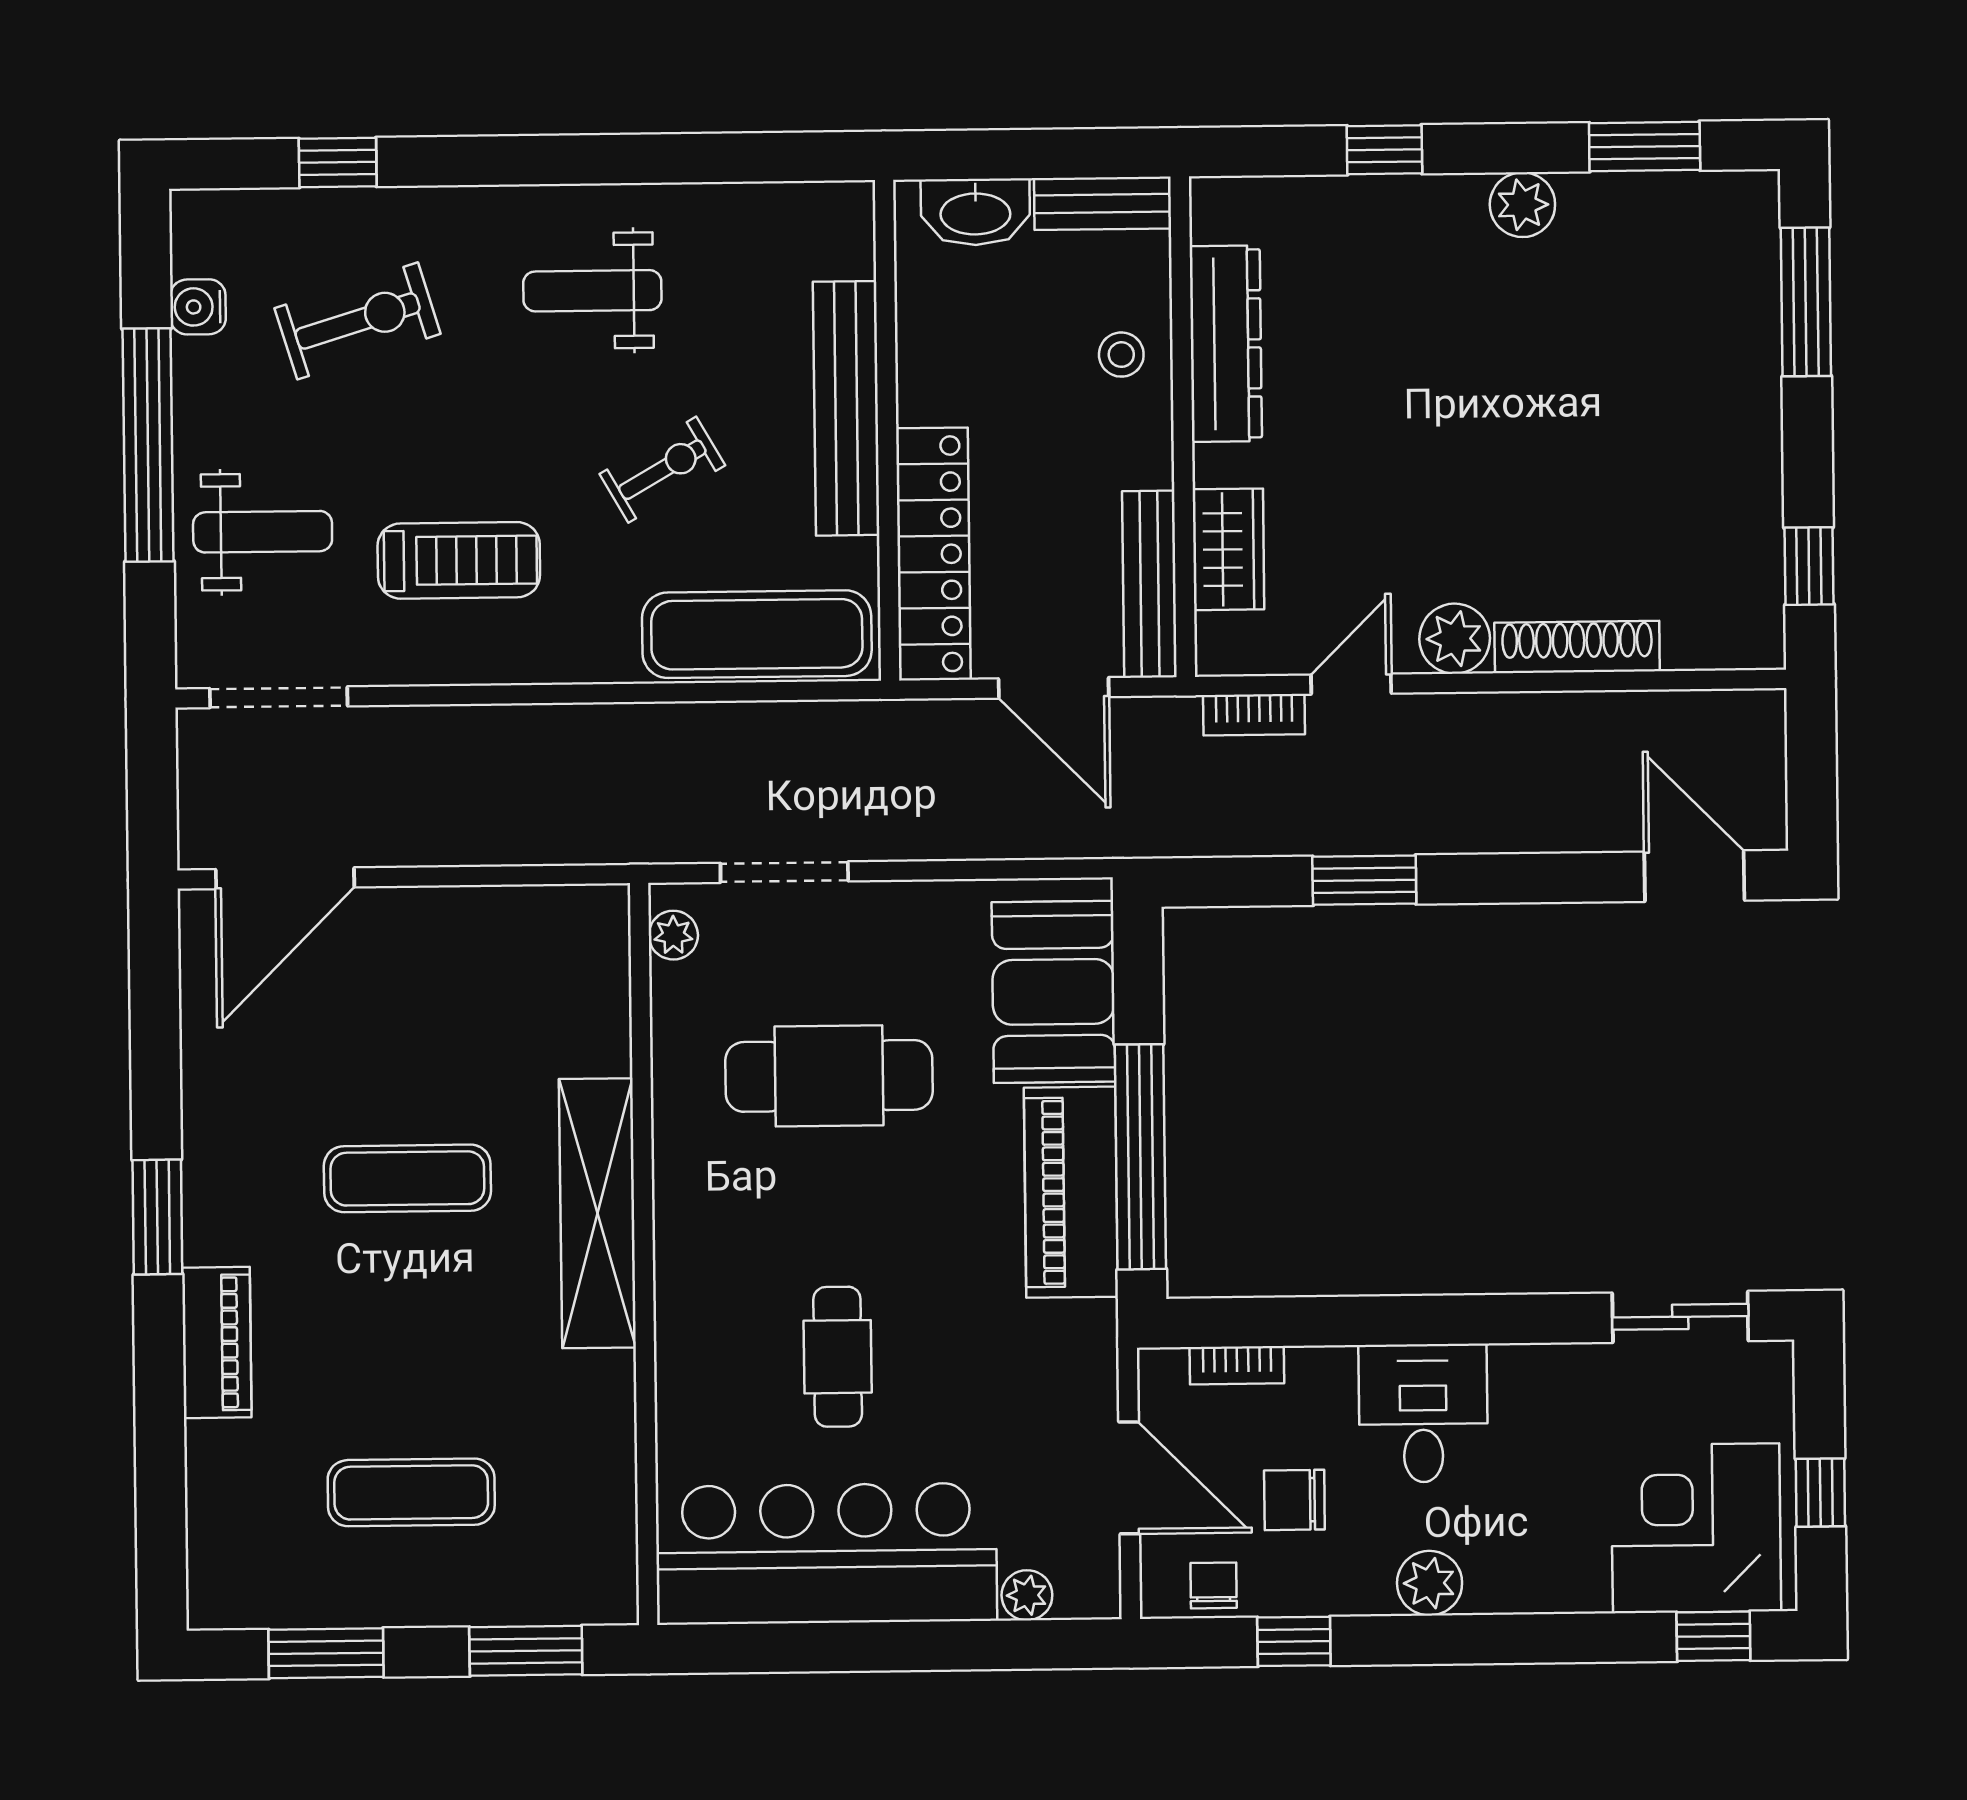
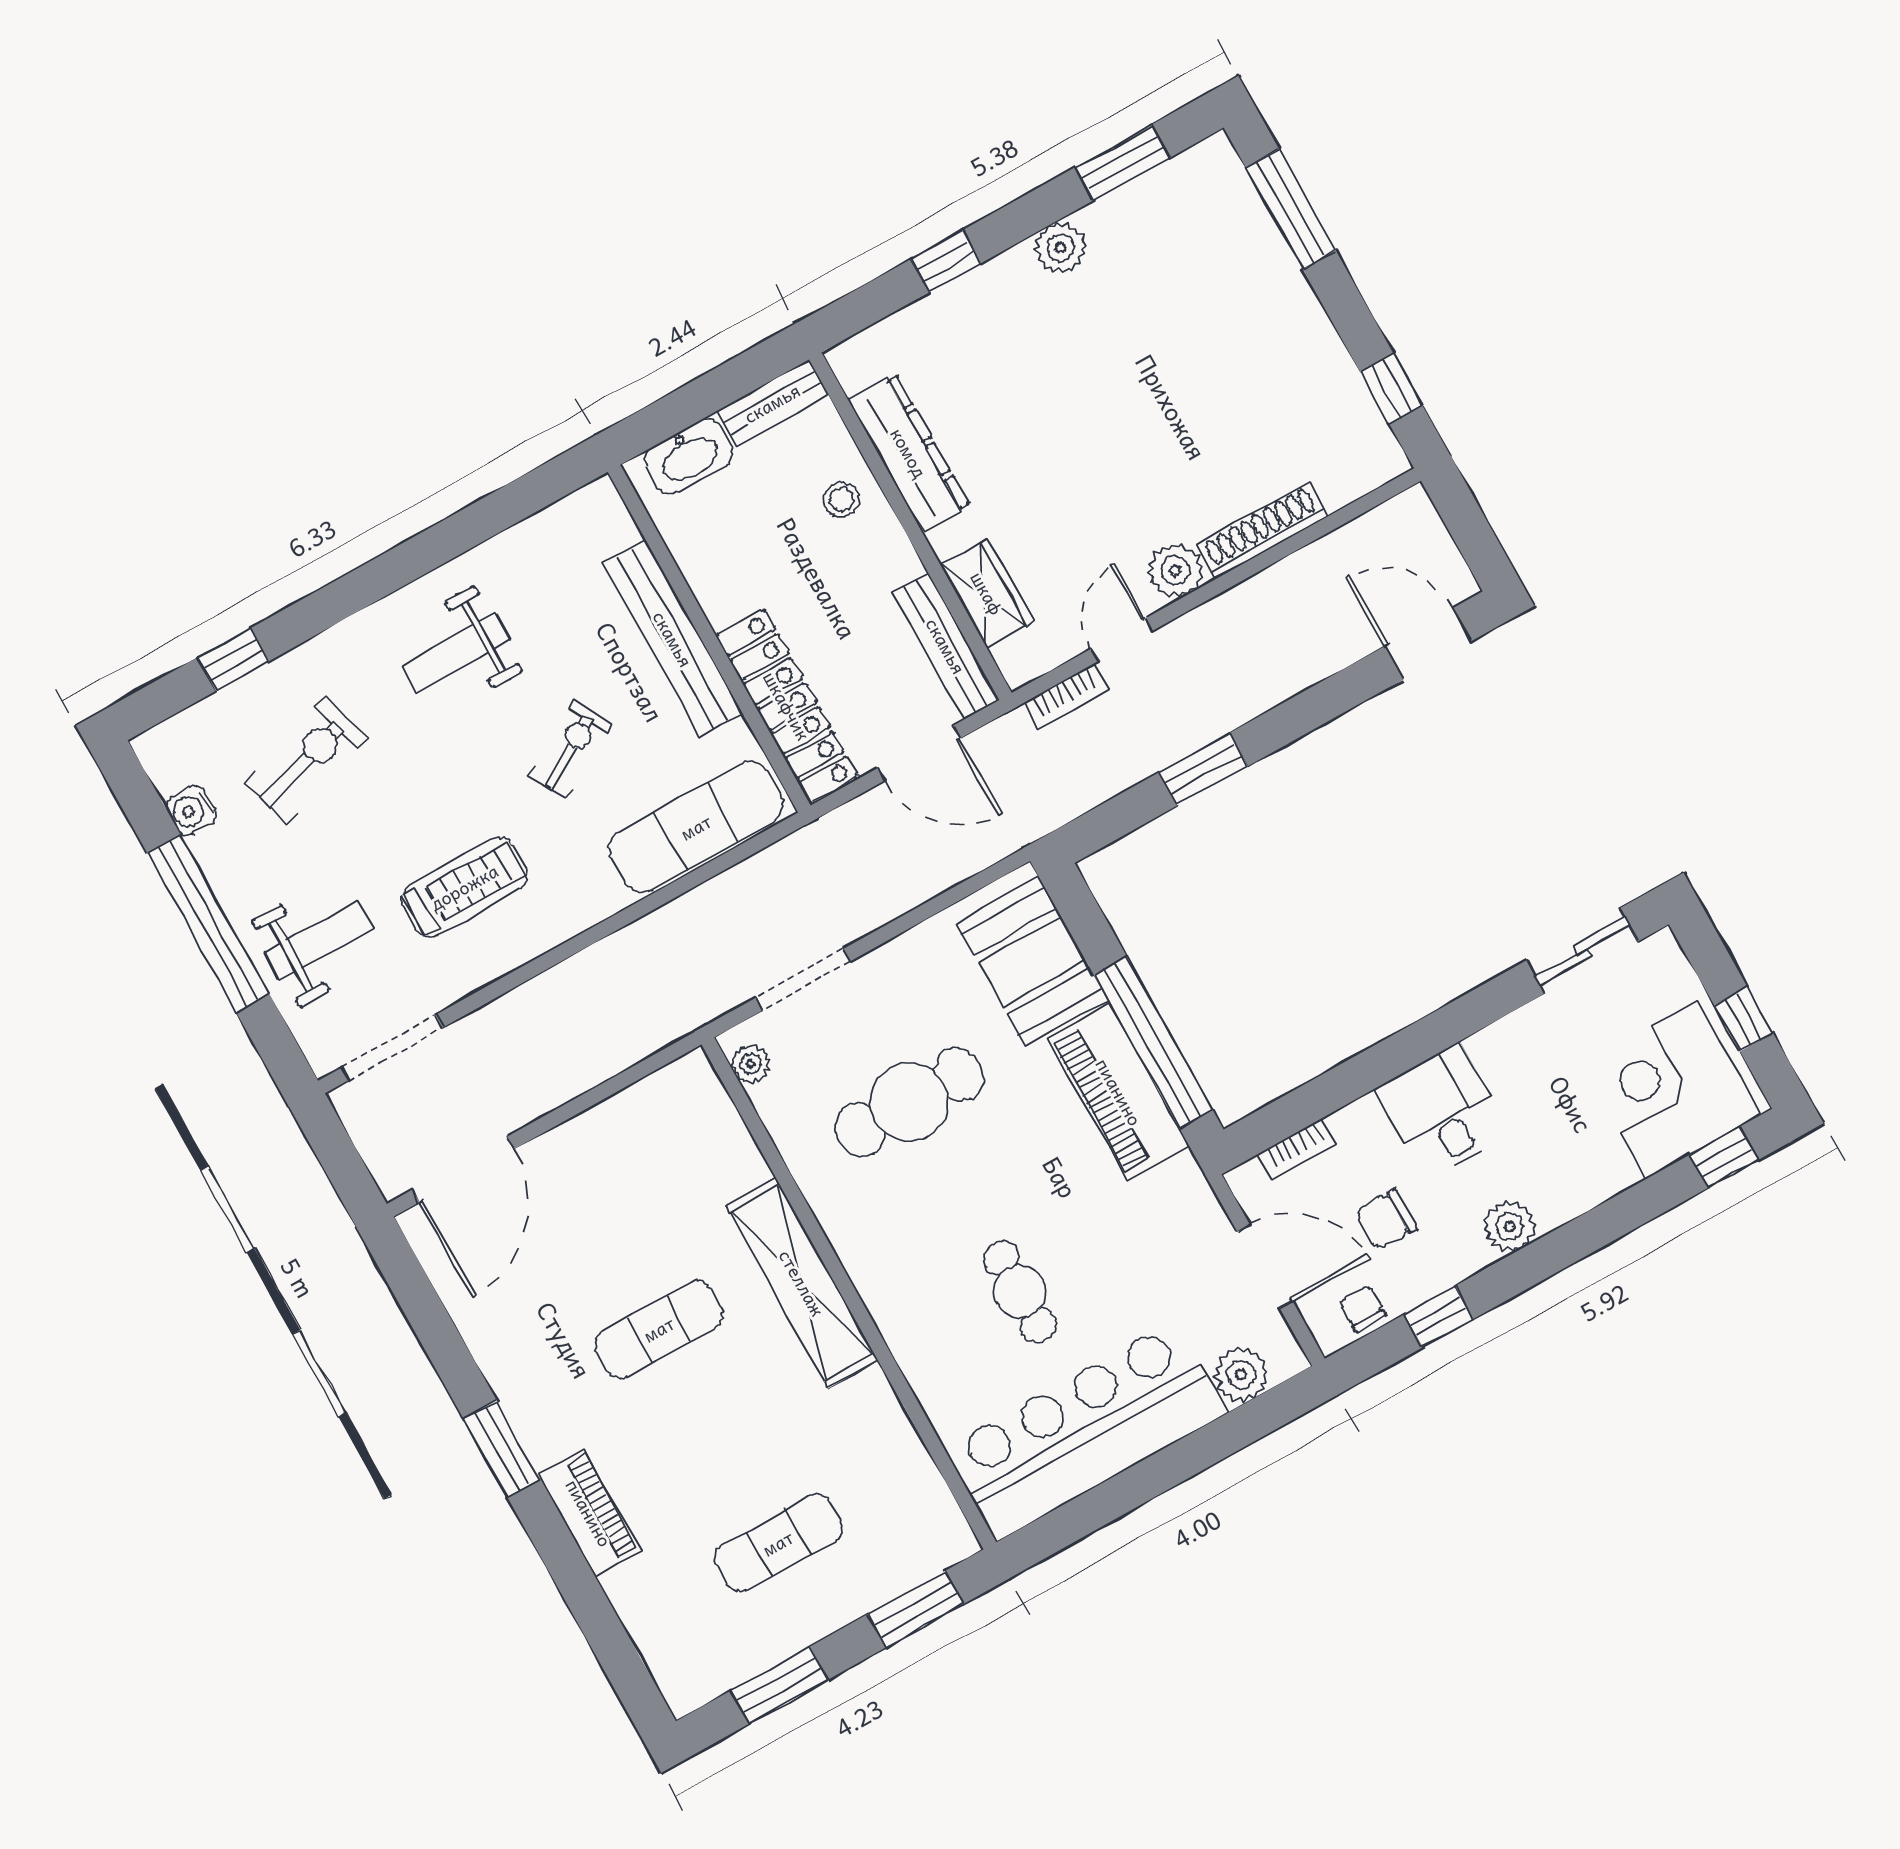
plant: (1027, 1595) -> (1241, 1375), width x1.38, depth x1.38

